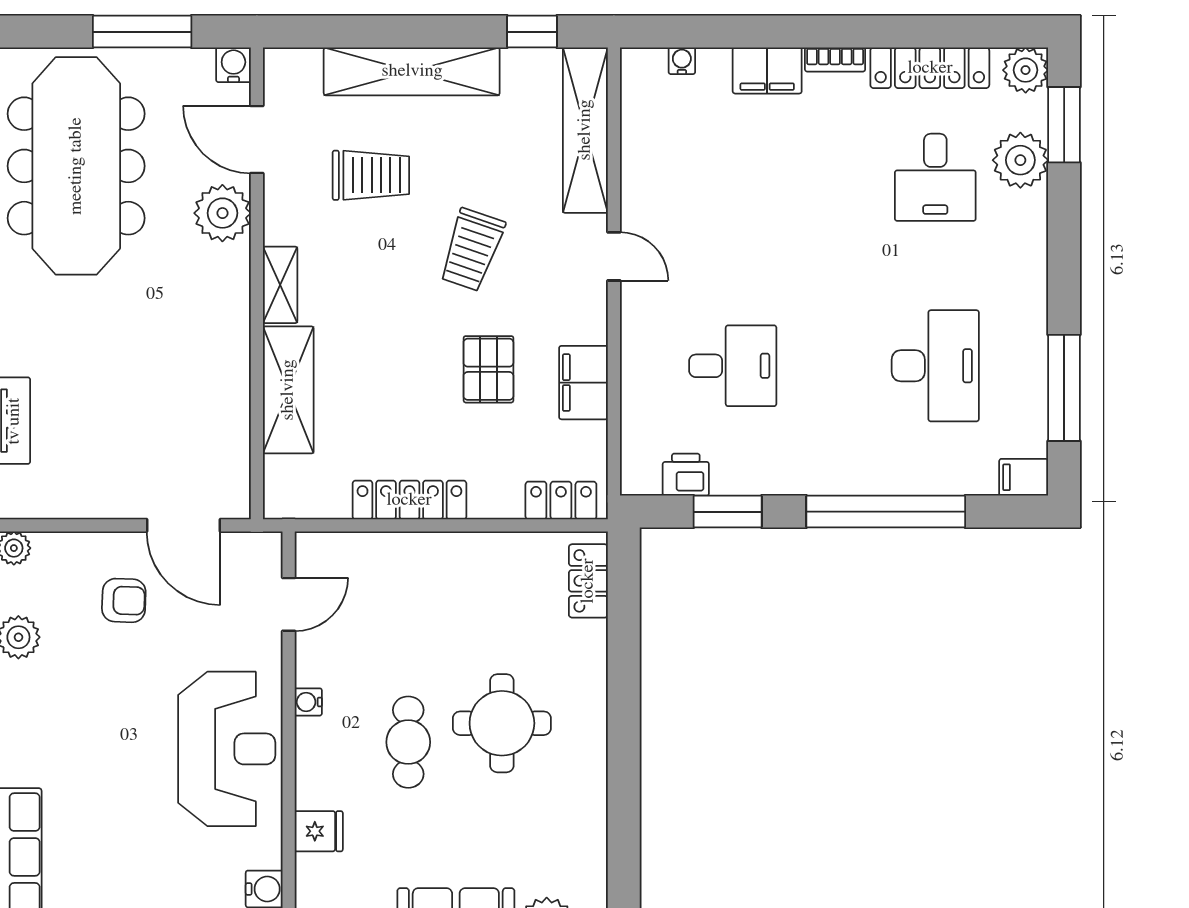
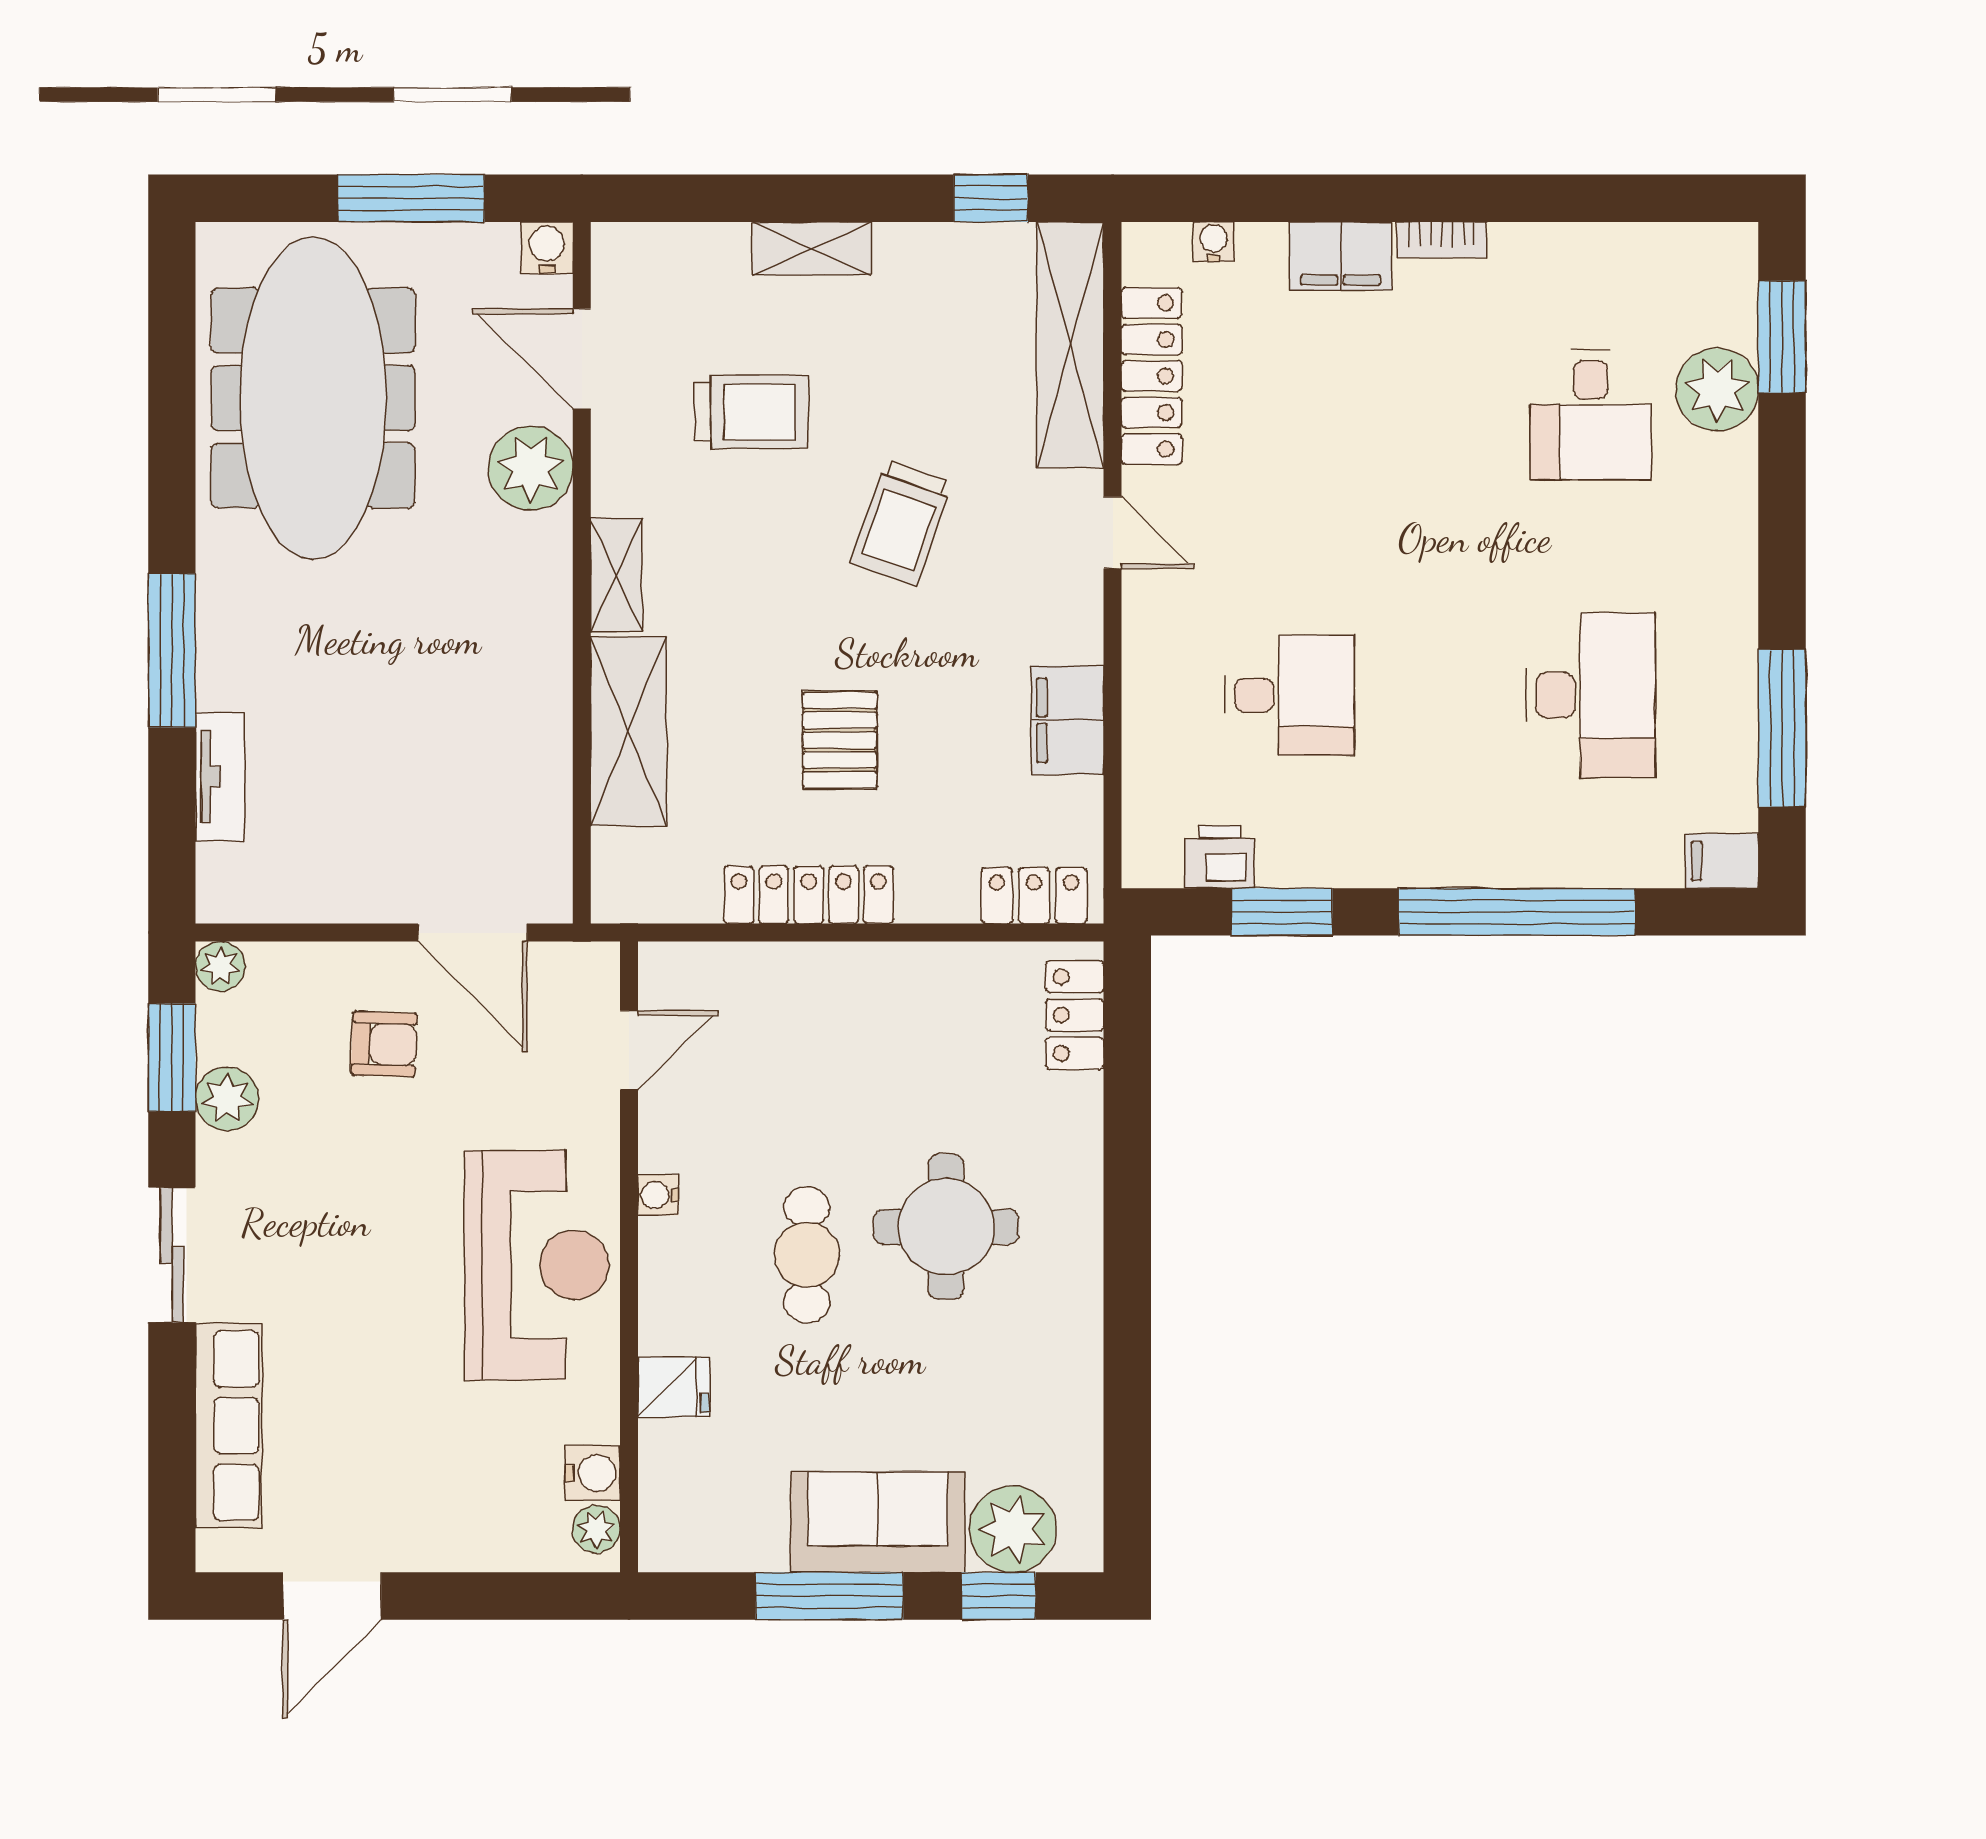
locker: (930, 68) -> (1152, 376), moved, turned -90
plant: (1026, 70) -> (1725, 256), removed
shelving: (412, 71) -> (812, 249), width x0.45, depth x0.75
pallet: (488, 369) -> (840, 740), moved

